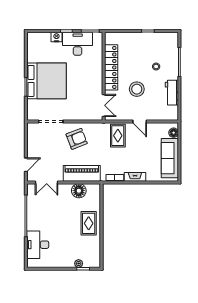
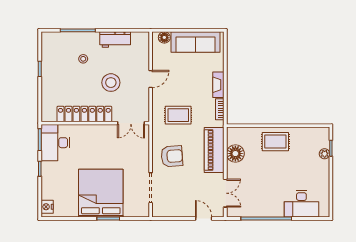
nightstand: (56, 37) -> (47, 207), moved
desk: (78, 44) -> (55, 143), moved
double door: (104, 105) -> (131, 123), swing flipped
rug: (118, 136) -> (178, 115), moved
armchair: (77, 139) -> (172, 156), turned 107

